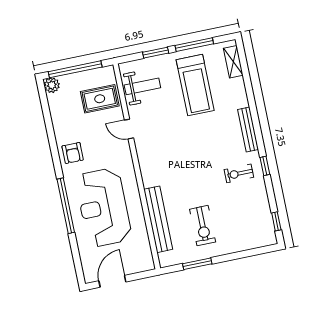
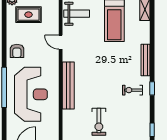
rug: (100, 99) -> (29, 15), moved
reception desk: (103, 208) -> (31, 94), turned 180
bench: (158, 219) -> (68, 86), moved

